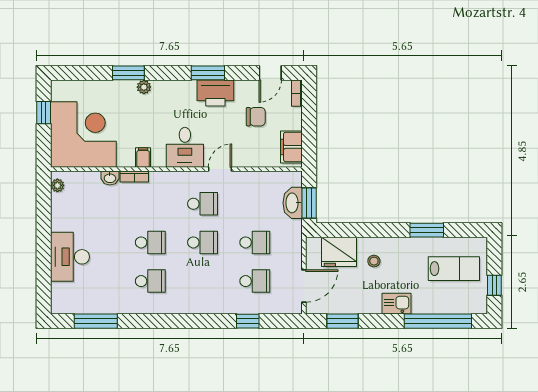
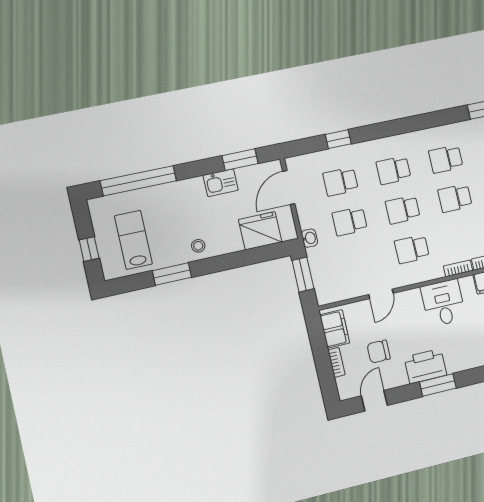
bookcase: (297, 93) -> (336, 362), moved
door: (220, 169) -> (381, 294), moved
bookcase: (163, 176) -> (458, 268), added
washbasin: (293, 203) -> (309, 238), moved, width x0.52, depth x0.69
stool: (374, 261) -> (198, 246), moved
lab bench: (454, 269) -> (133, 240), turned 90
school desk: (203, 281) -> (394, 170), added
window: (494, 285) -> (89, 249), moved
kitchen sink: (397, 304) -> (221, 183), moved

